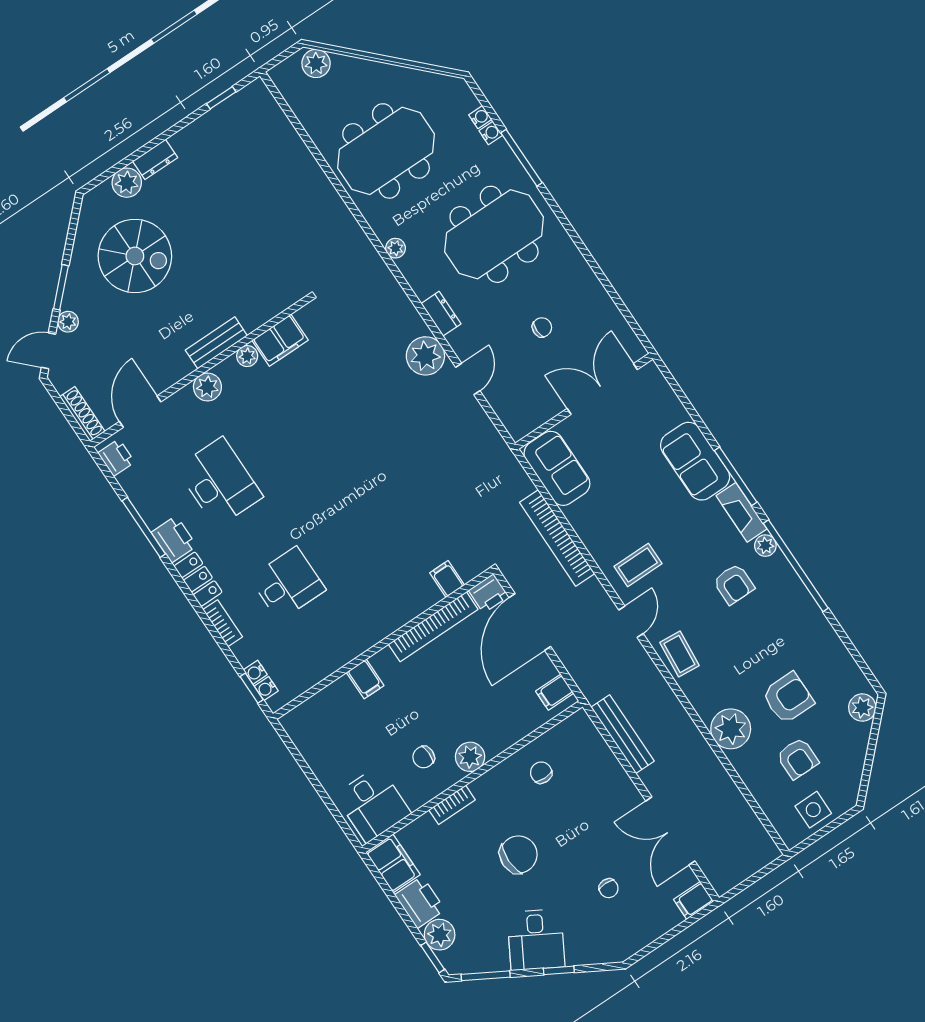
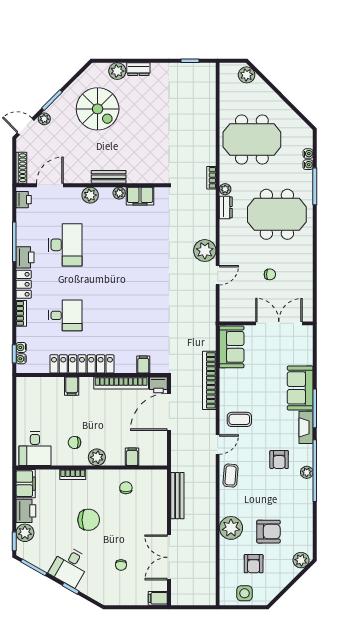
bookcase: (365, 245) -> (211, 178), added
dresser: (441, 314) -> (226, 207), moved
plant: (765, 546) -> (307, 472), moved
locker: (359, 637) -> (82, 364), added
filing cabinet: (555, 692) -> (132, 457), moved, turned 90

